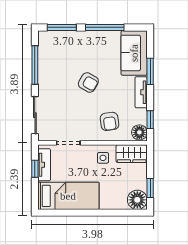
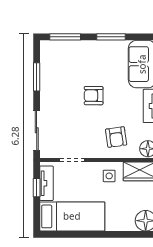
window: (105, 27) -> (111, 37), width x0.69
window: (35, 65) -> (37, 77), width x0.69
armchair: (88, 83) -> (94, 96), turned 150

